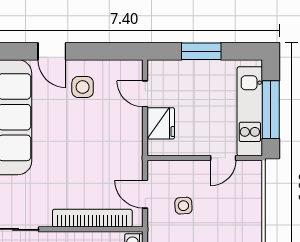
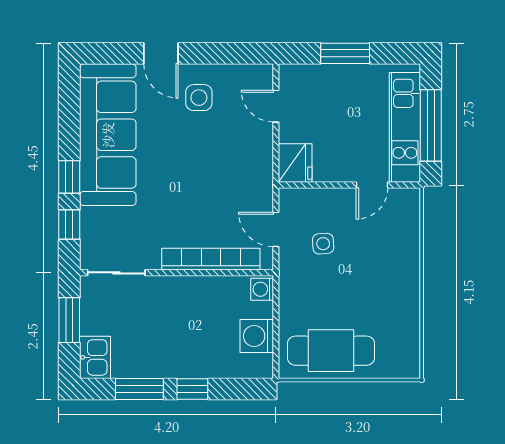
fridge: (161, 123) -> (295, 163), moved

